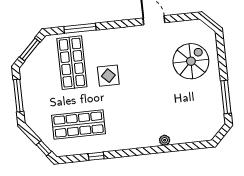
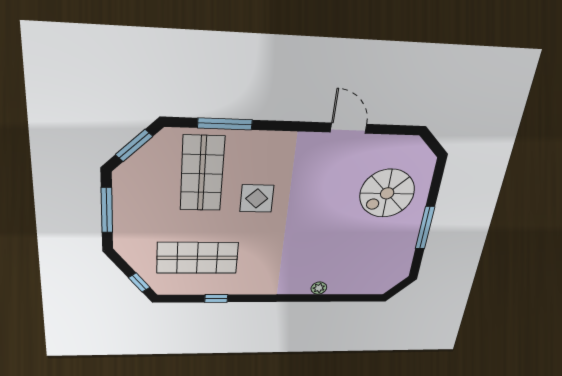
spiral stairs: (191, 61) -> (387, 193), turned 180
window: (226, 97) -> (425, 228), moved

